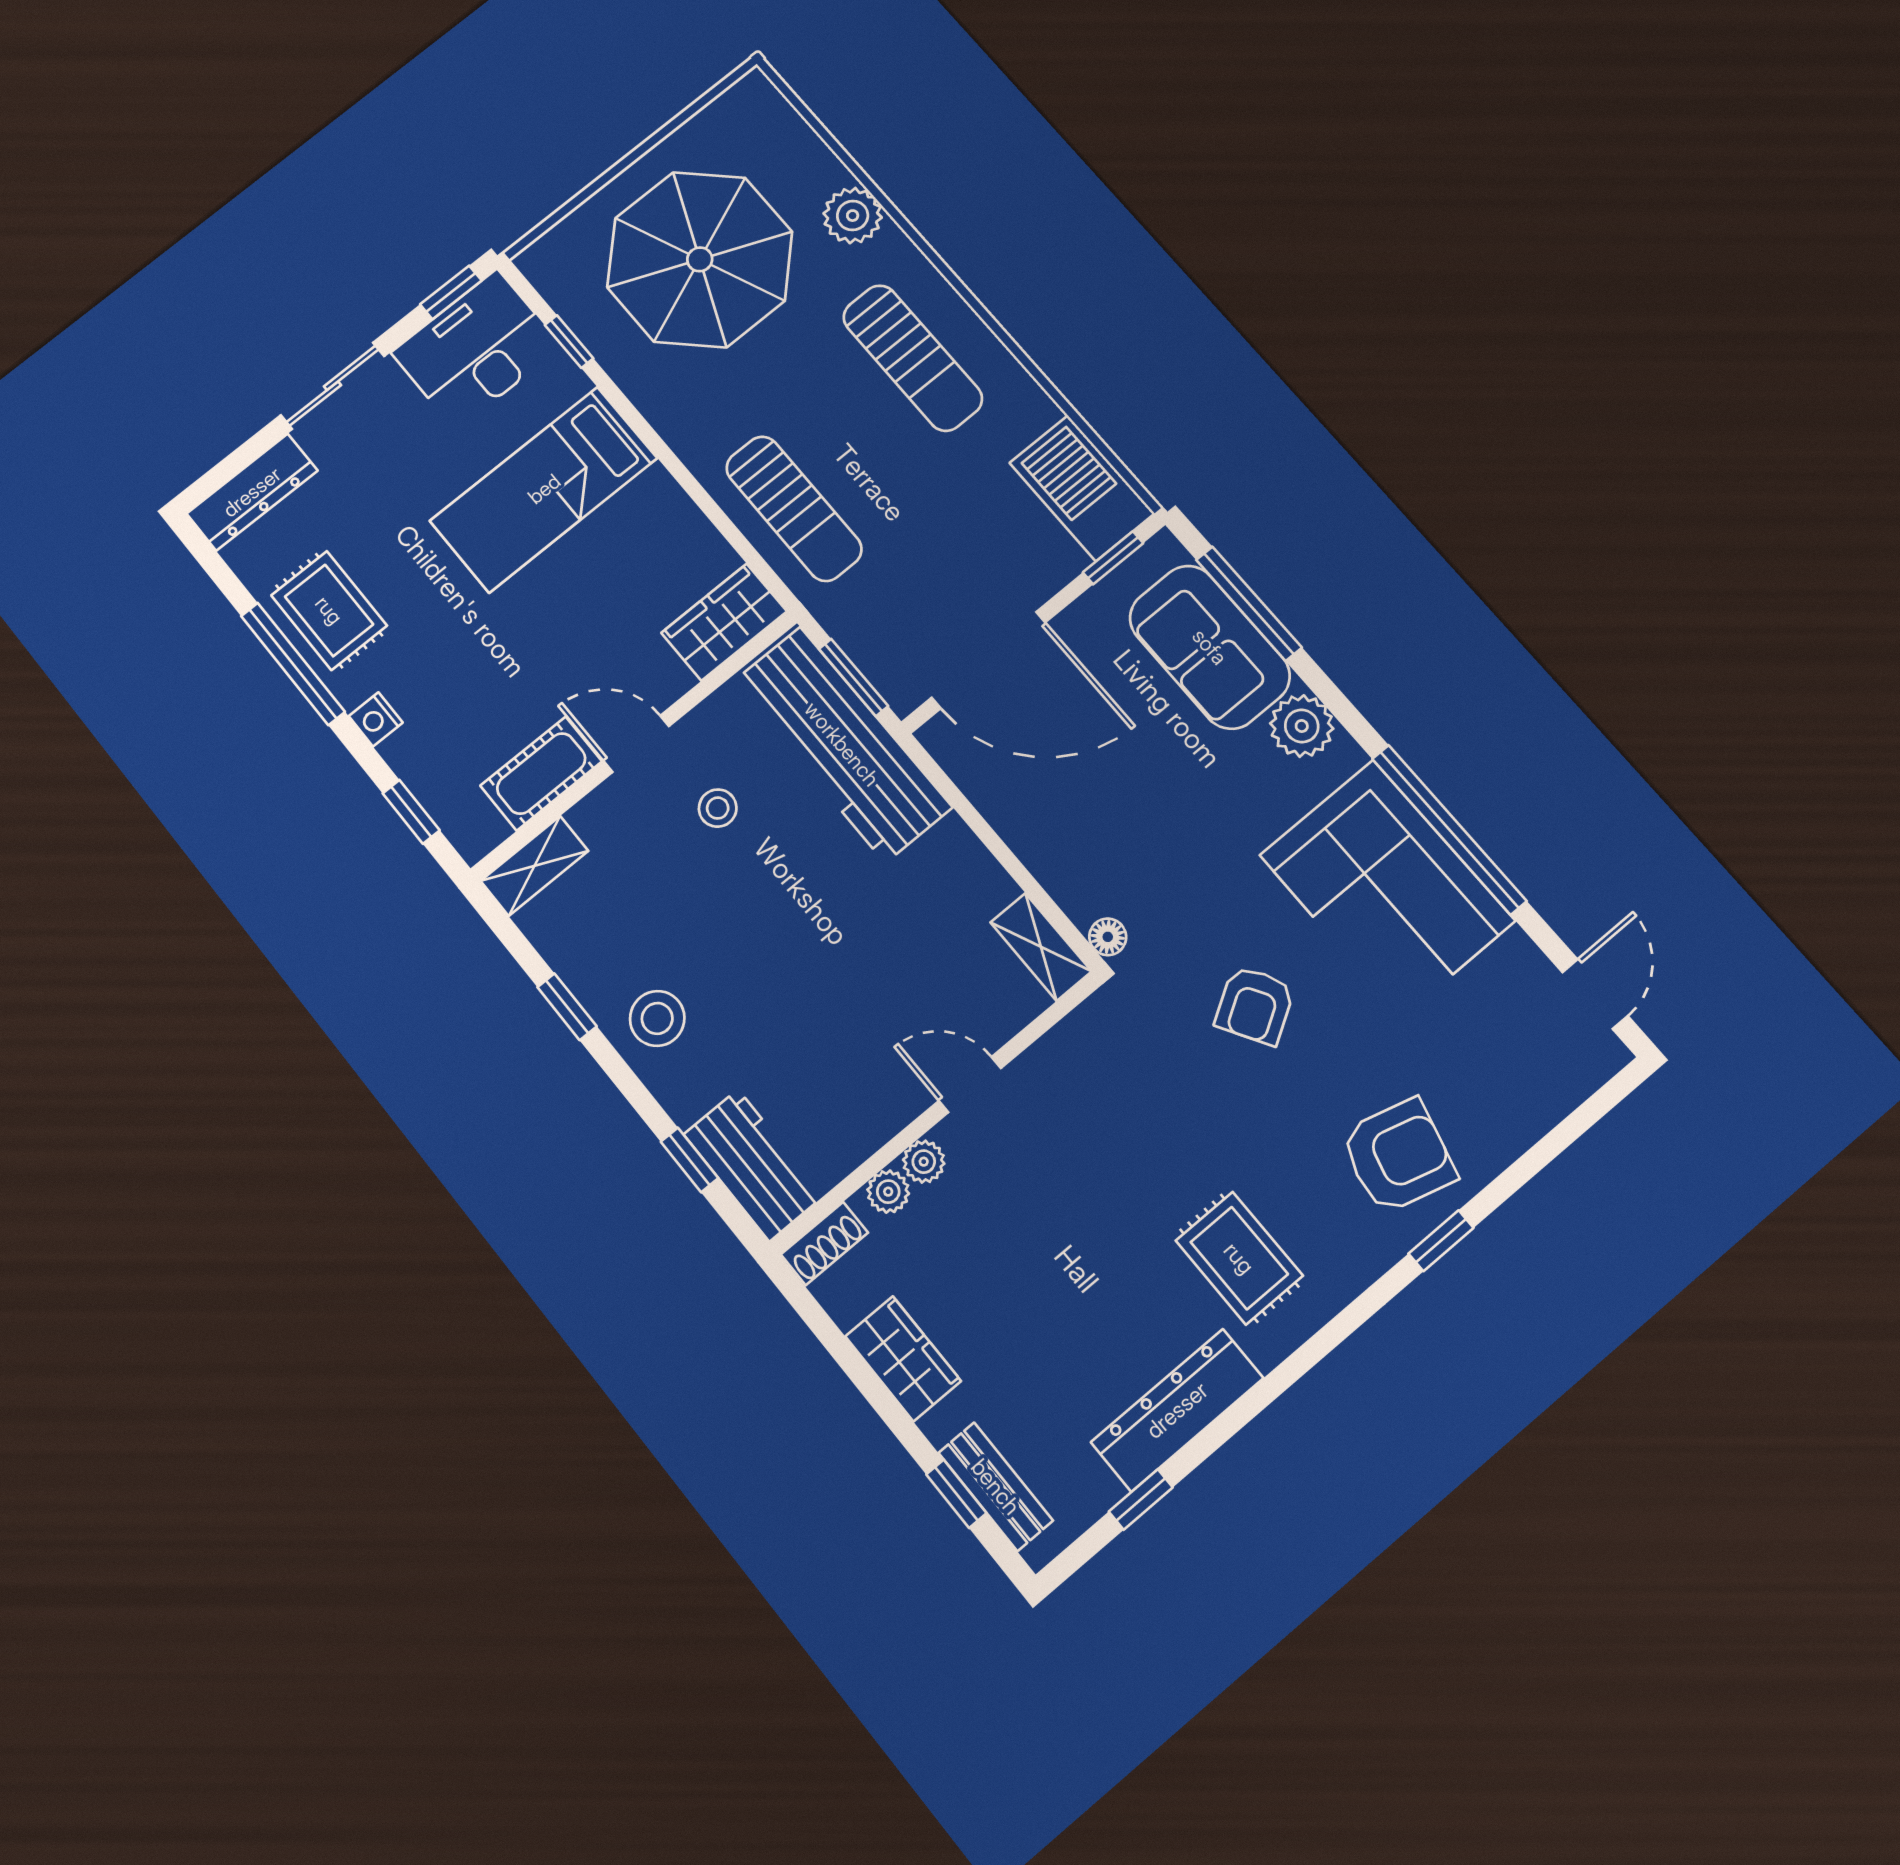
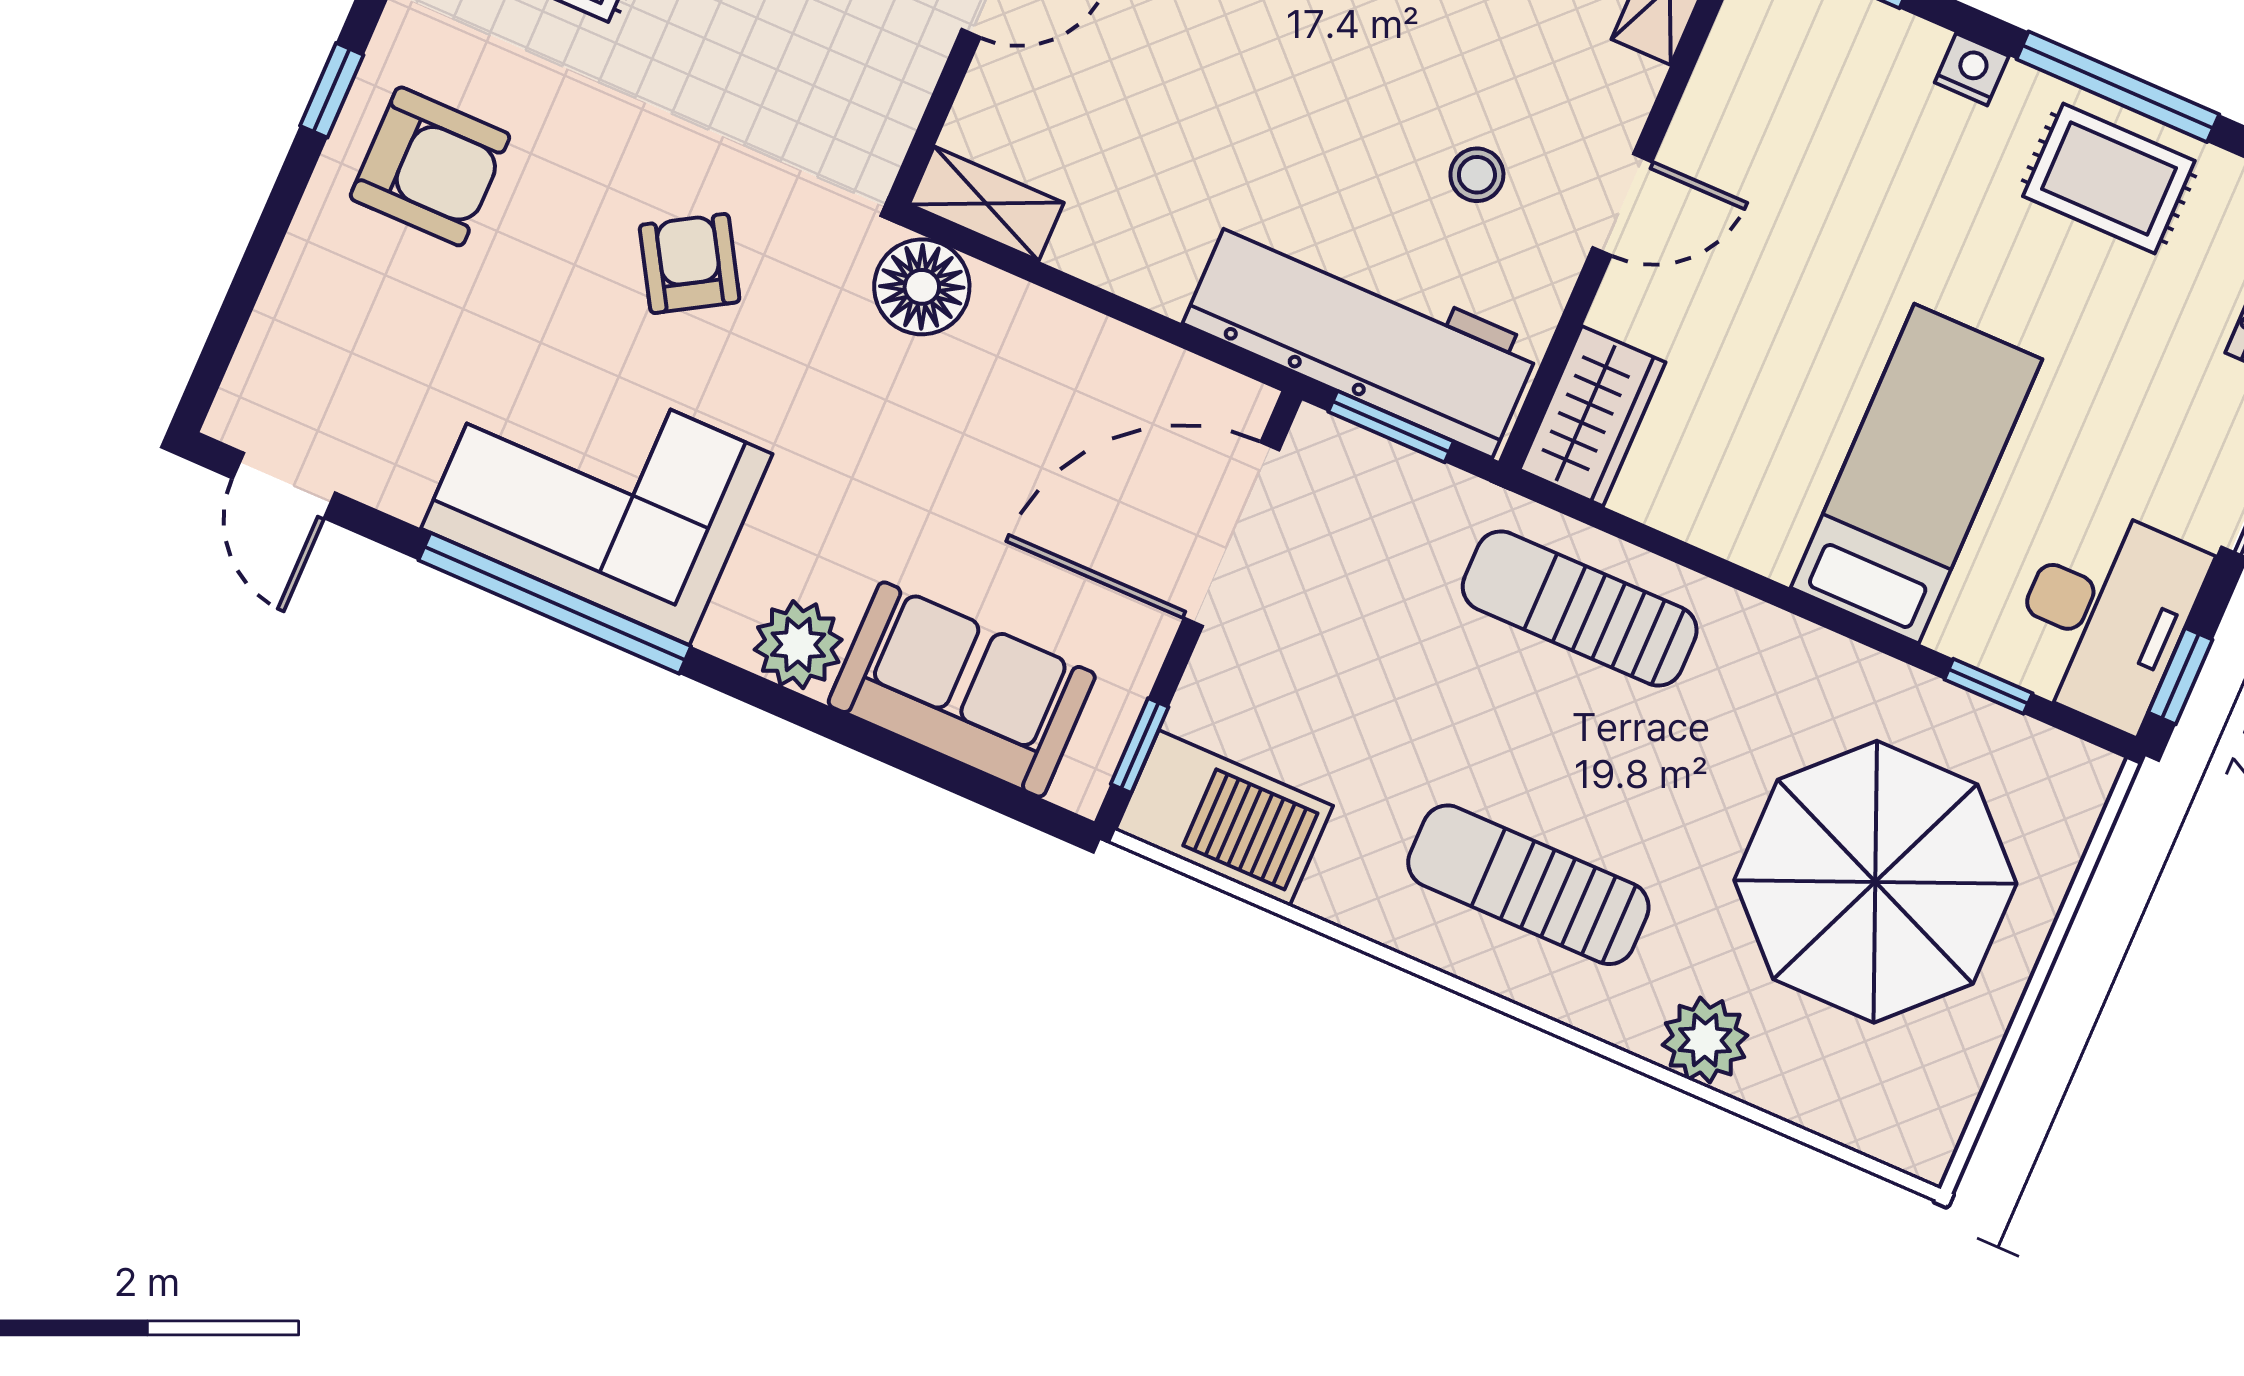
window: (1249, 604) -> (939, 770), removed
cot: (541, 774) -> (1723, 107), removed
floor lamp: (1108, 937) -> (922, 287), width x1.89, depth x1.89
armchair: (1398, 1156) -> (430, 166), turned -105

